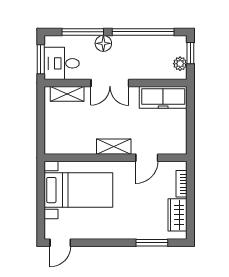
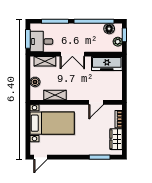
floor lamp: (103, 43) -> (109, 29), moved
boiler: (52, 126) -> (35, 82), added
shelving: (114, 147) -> (55, 95), moved

